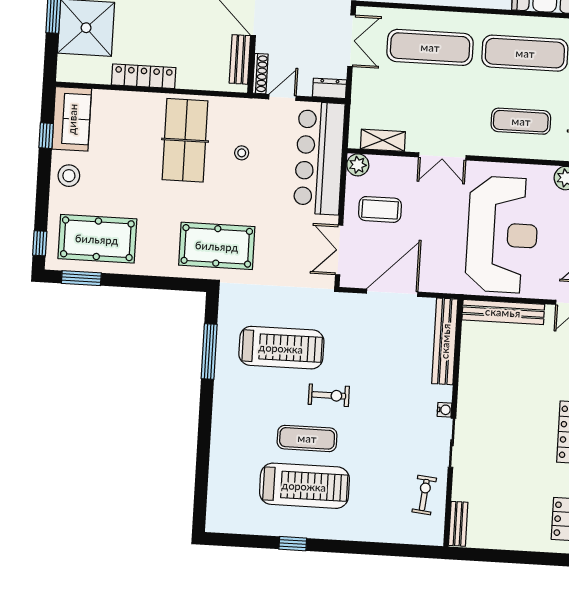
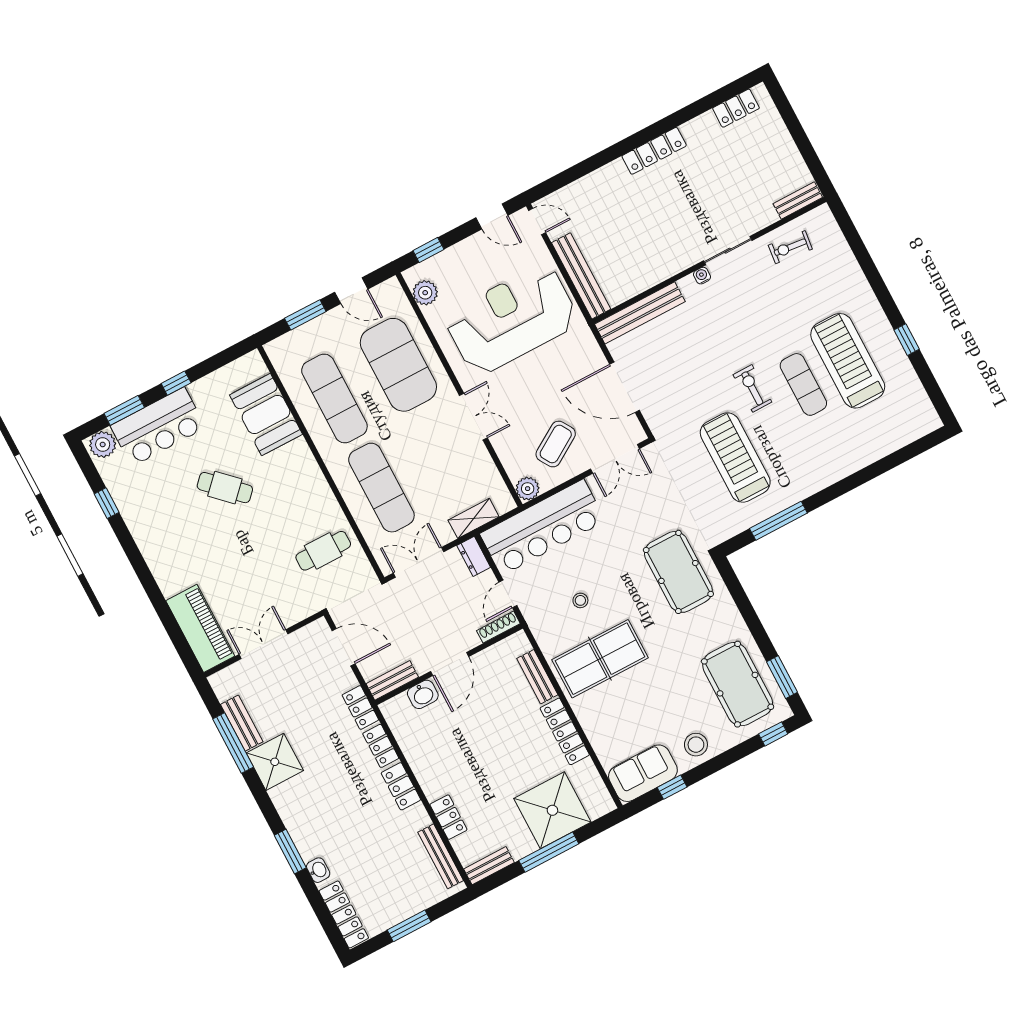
bench: (240, 59) -> (537, 677), moved, turned 90
door: (282, 98) -> (508, 594), hinge flipped
exercise mat: (521, 121) -> (398, 365), width x2.00, depth x1.45
shelving: (383, 140) -> (474, 518), moved, turned 90
coffee table: (380, 209) -> (556, 444), turned 58

